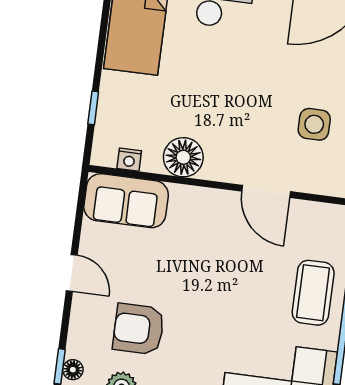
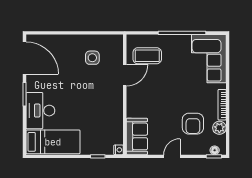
floor lamp: (183, 157) -> (114, 114), removed
nightstand: (129, 160) -> (119, 150), moved
coffee table: (313, 293) -> (147, 56), moved

